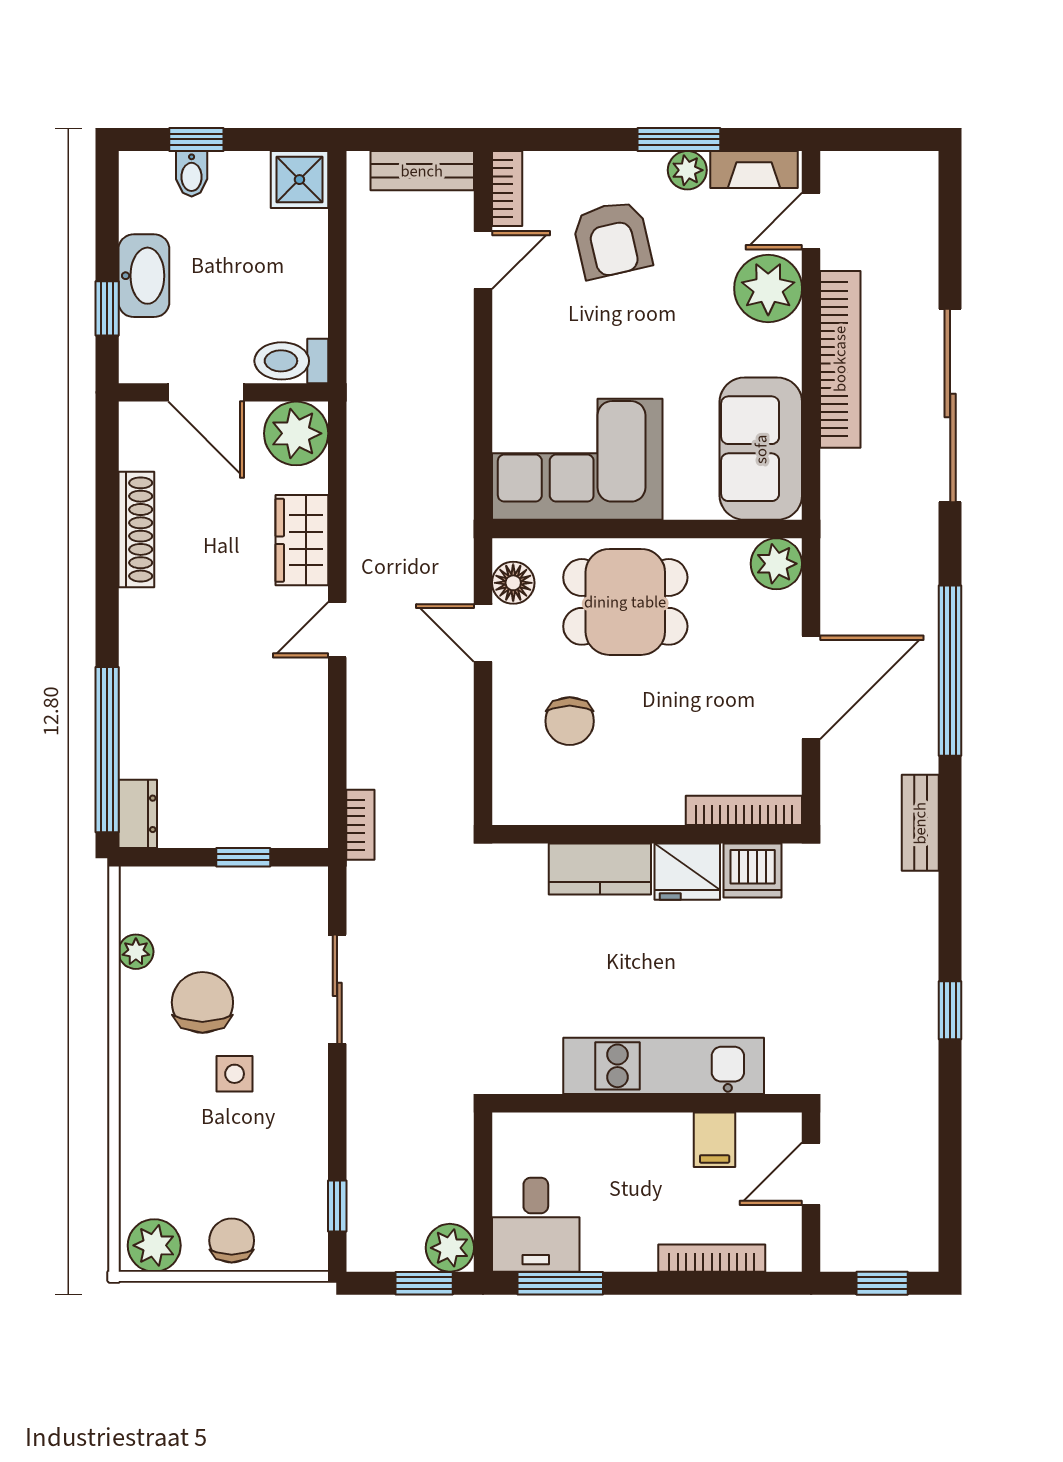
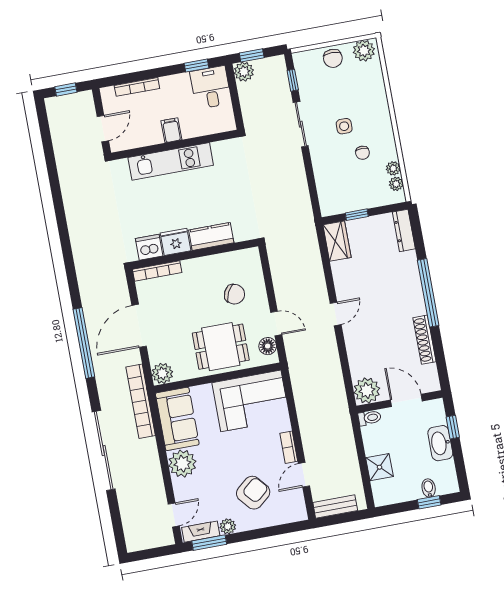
window: (679, 139) -> (209, 543), moved
shower: (299, 180) -> (379, 467), moved
bookcase: (507, 189) -> (289, 447), moved
armchair: (612, 239) -> (253, 493), turned 63
plant: (768, 289) -> (182, 464), moved
bookcase: (840, 359) -> (141, 401), moved
toilet: (291, 361) -> (370, 418), width x0.73, depth x0.72
wardrobe: (302, 540) -> (337, 241), moved
chair: (570, 721) -> (234, 294), turned 116
window: (107, 750) -> (428, 293), moved
dresser: (138, 814) -> (404, 230), width x1.44
bench: (920, 823) -> (85, 279), removed
bookcase: (360, 825) -> (312, 237), removed
plant: (136, 913) -> (396, 184), added
sliding door: (337, 989) -> (301, 124), moved
chair: (202, 1002) -> (362, 153), width x0.54, depth x0.54
window: (950, 1010) -> (59, 205), removed
filing cabinet: (715, 1140) -> (171, 130), moved
window: (560, 1283) -> (196, 66), width x0.67

